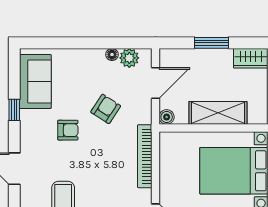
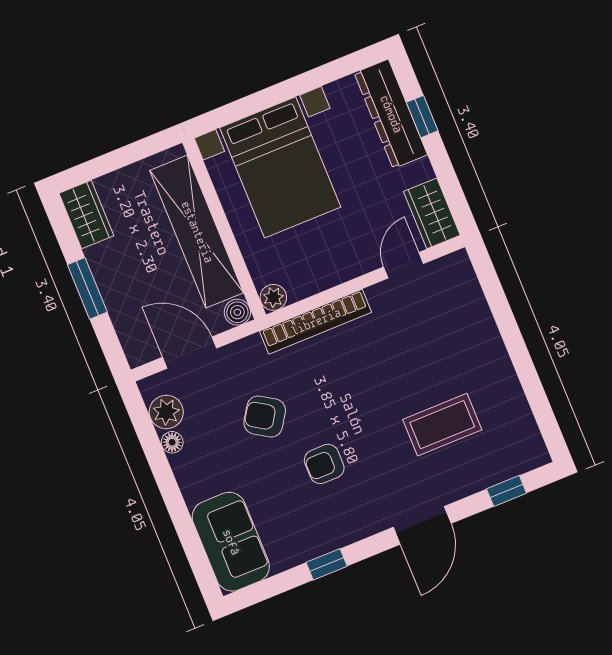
sofa: (35, 81) -> (231, 542), moved, turned 90
shelving: (218, 113) -> (197, 232), width x1.47
armchair: (68, 130) -> (324, 464), turned -90
plant: (167, 139) -> (273, 297), added

